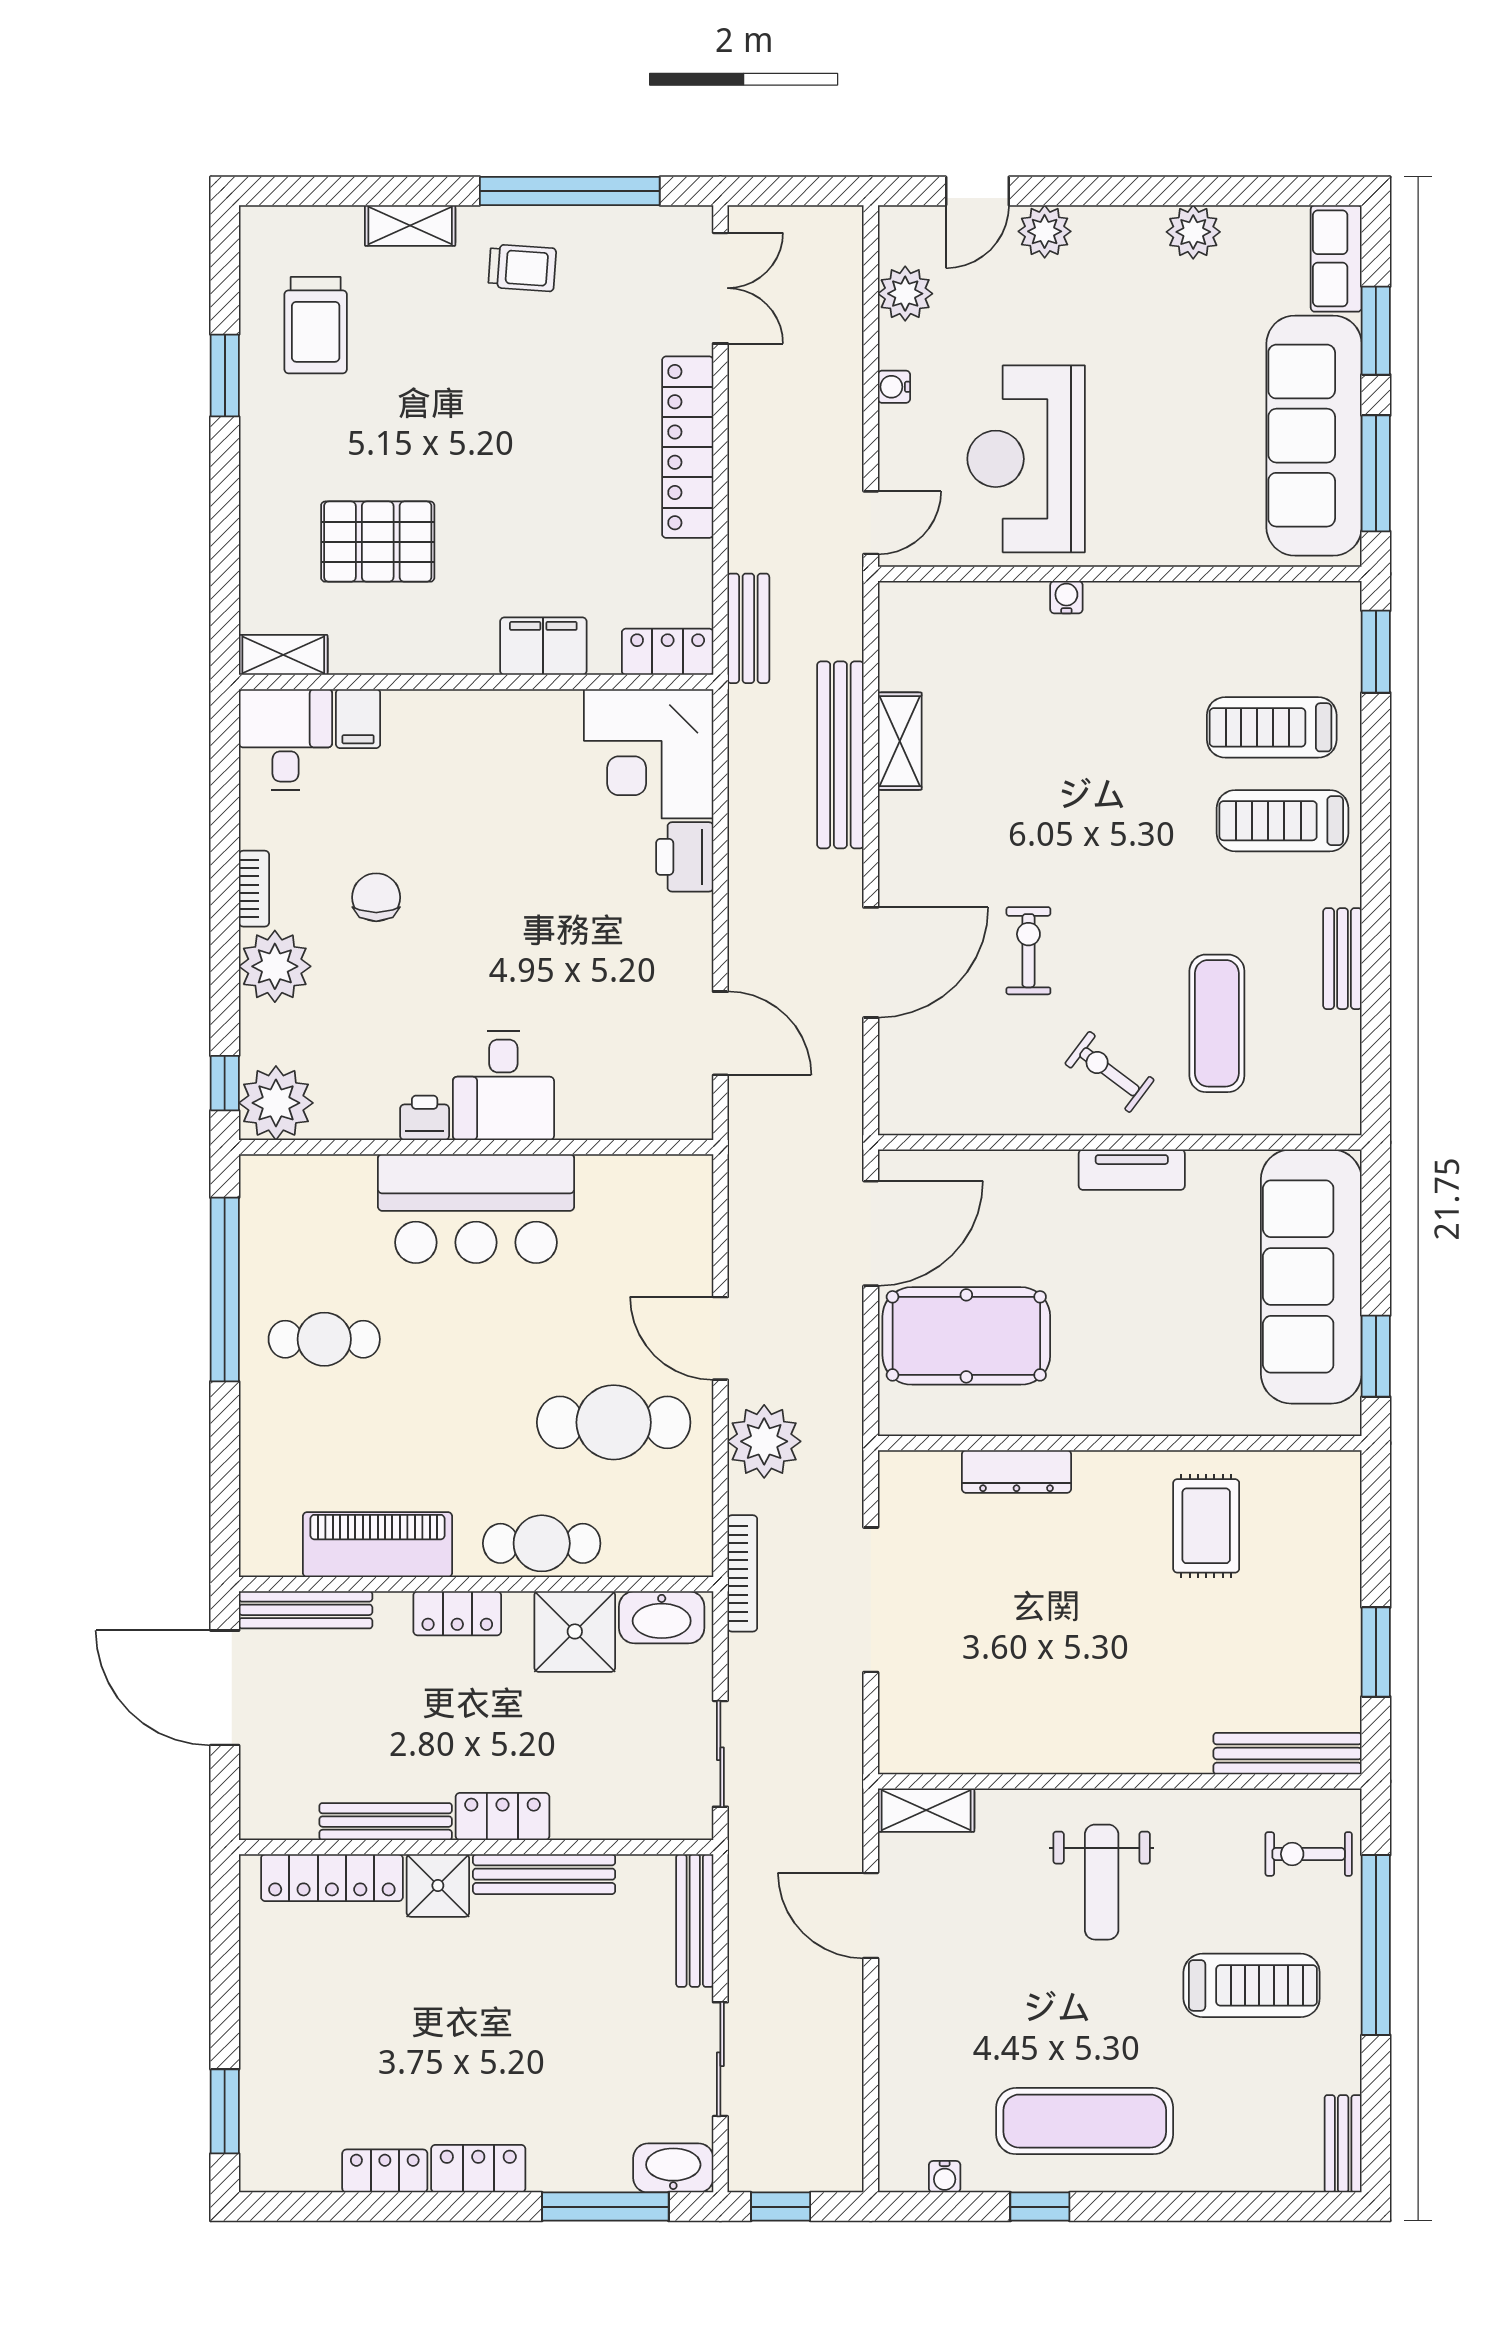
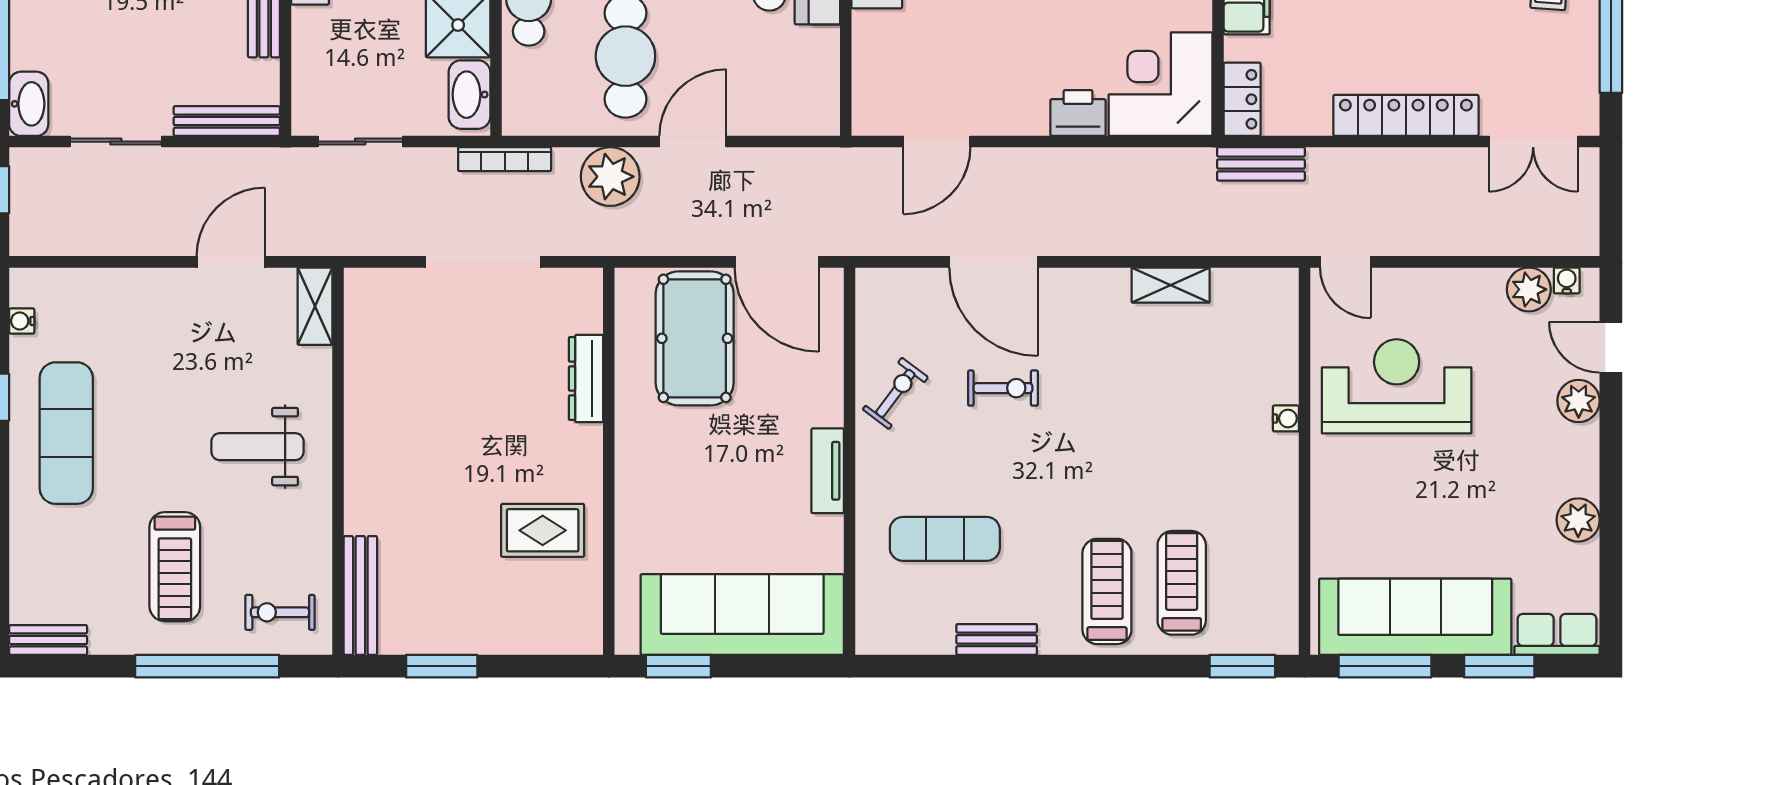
water cooler: (894, 387) -> (1567, 280), moved
bench: (840, 755) -> (1160, 238), removed
exercise bike: (1109, 1072) -> (895, 393), moved
exercise bike: (1309, 1854) -> (280, 612), turned -90

